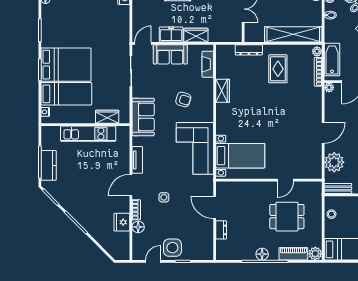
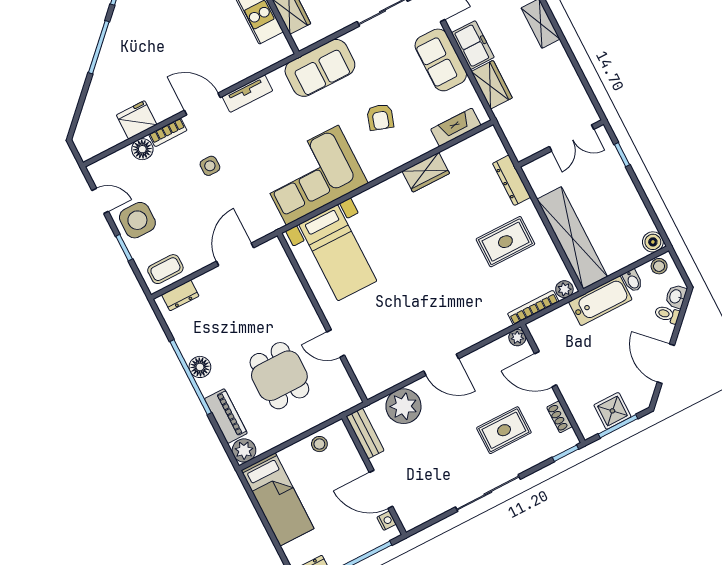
bathtub: (332, 59) -> (600, 301), moved
dresser: (221, 230) -> (180, 295), moved
coffee table: (204, 246) -> (165, 269), added

